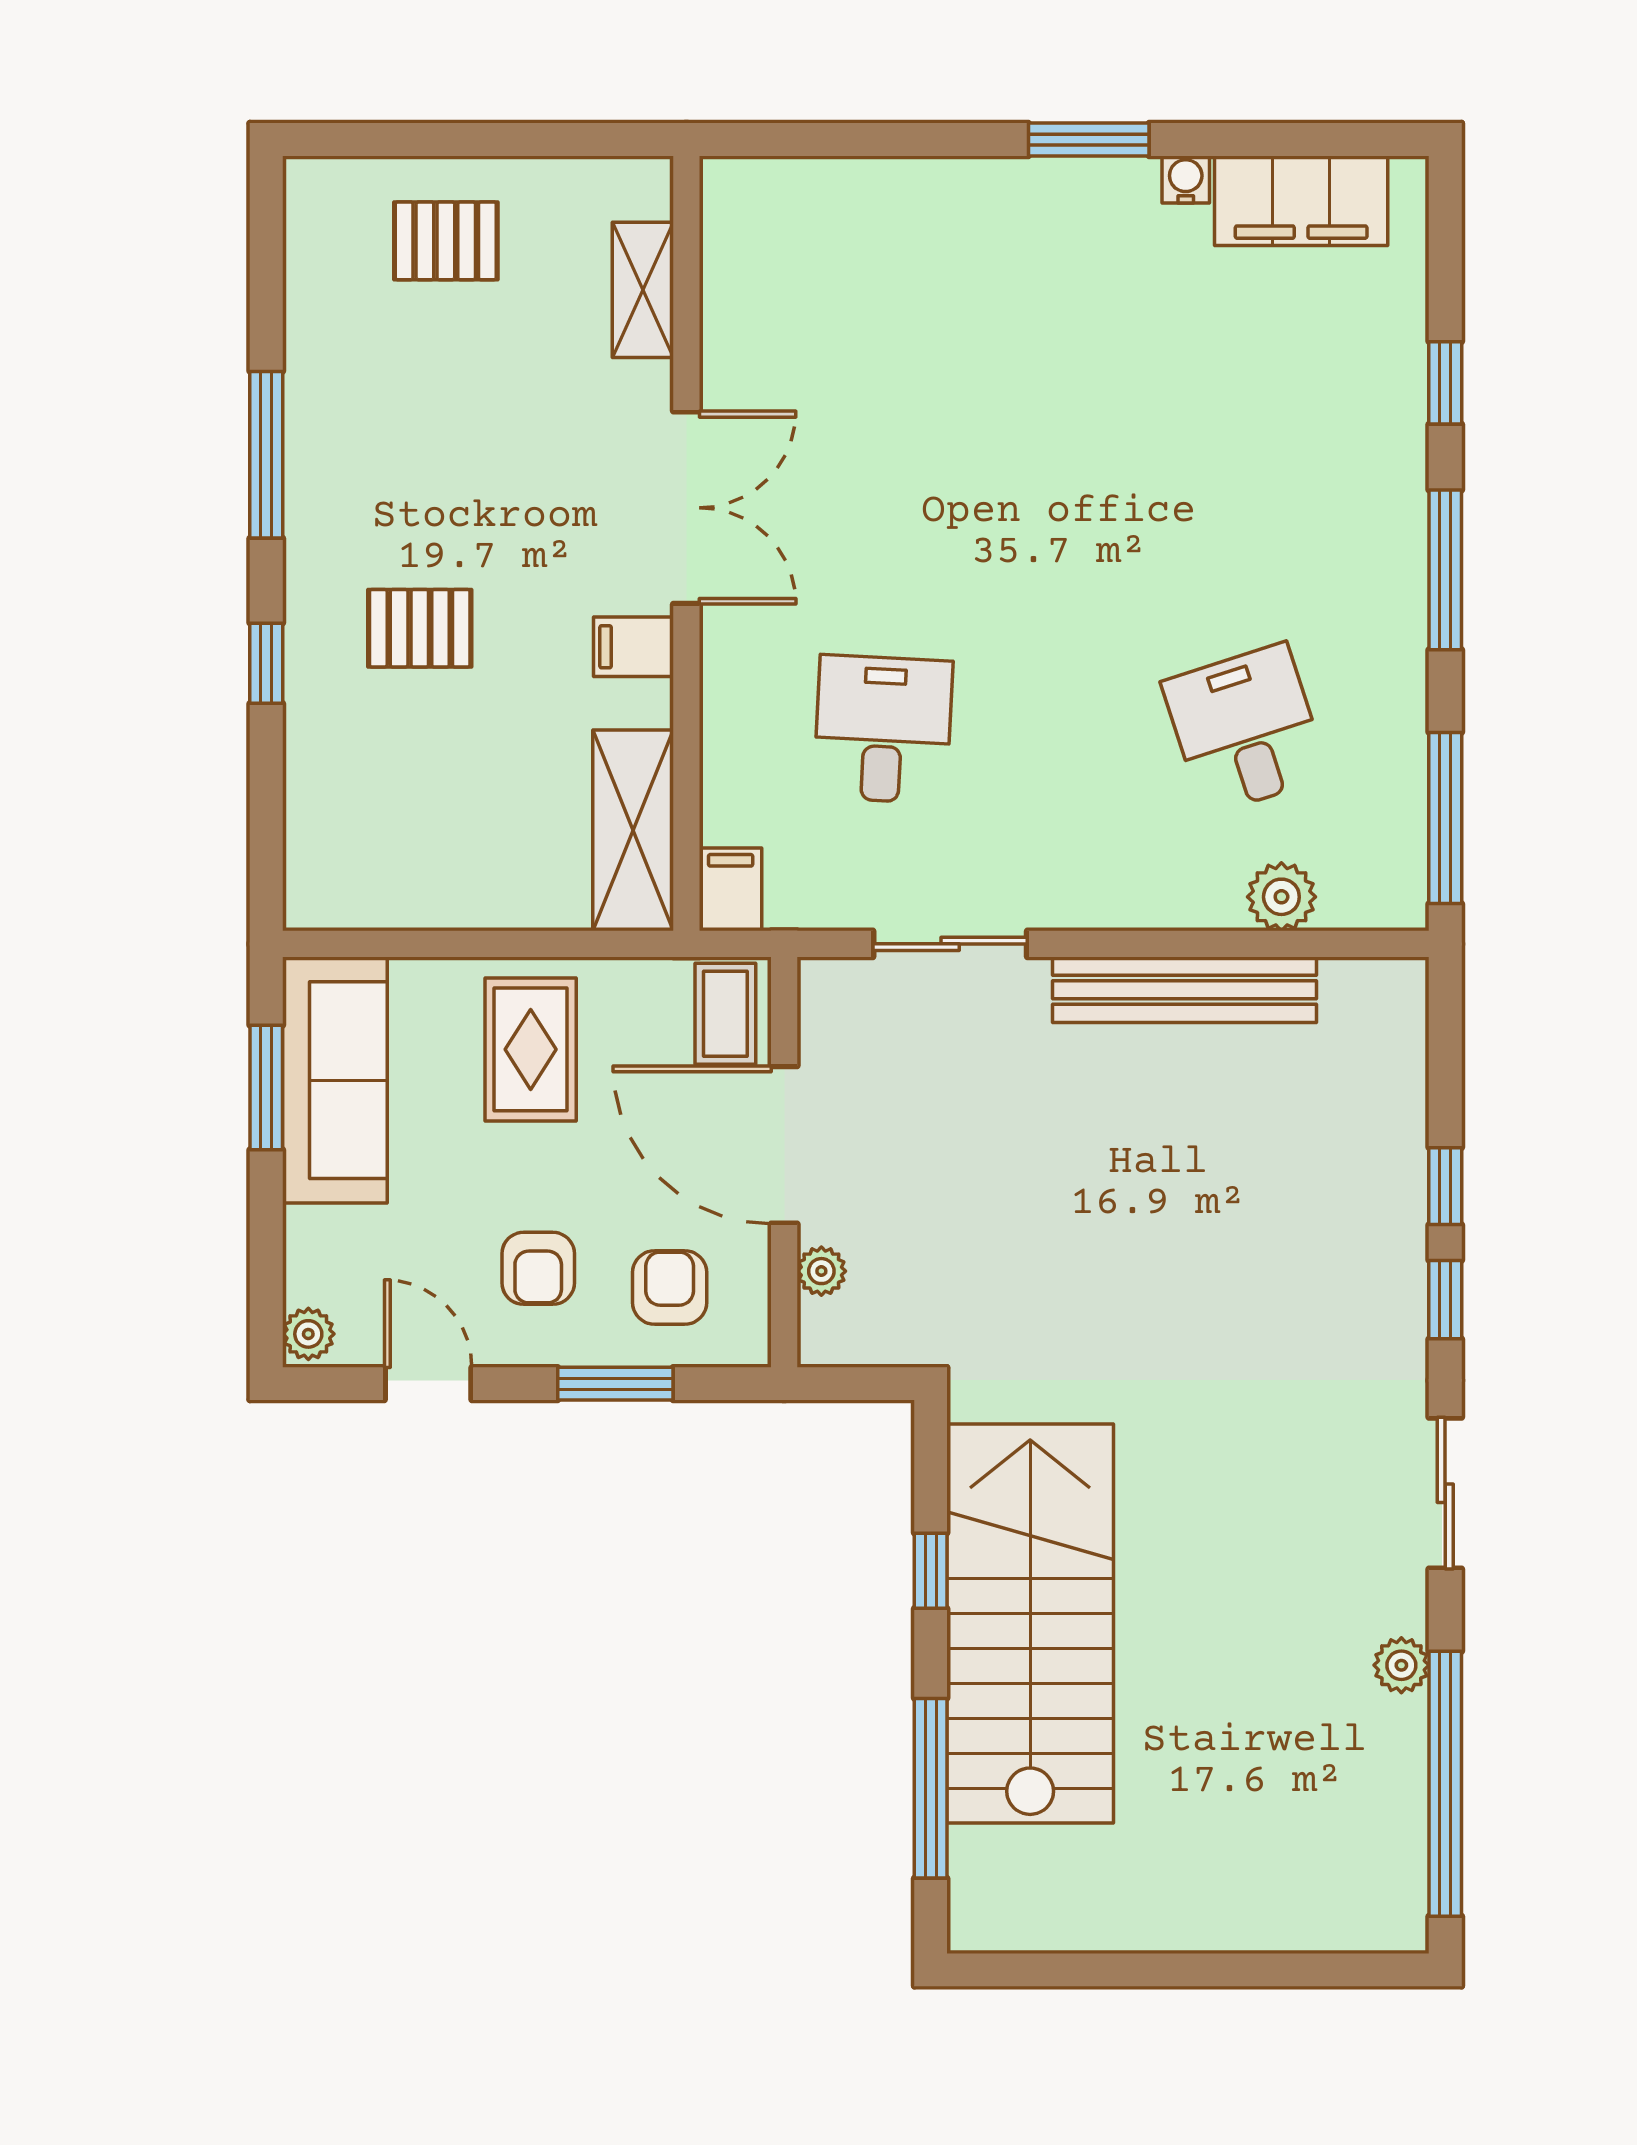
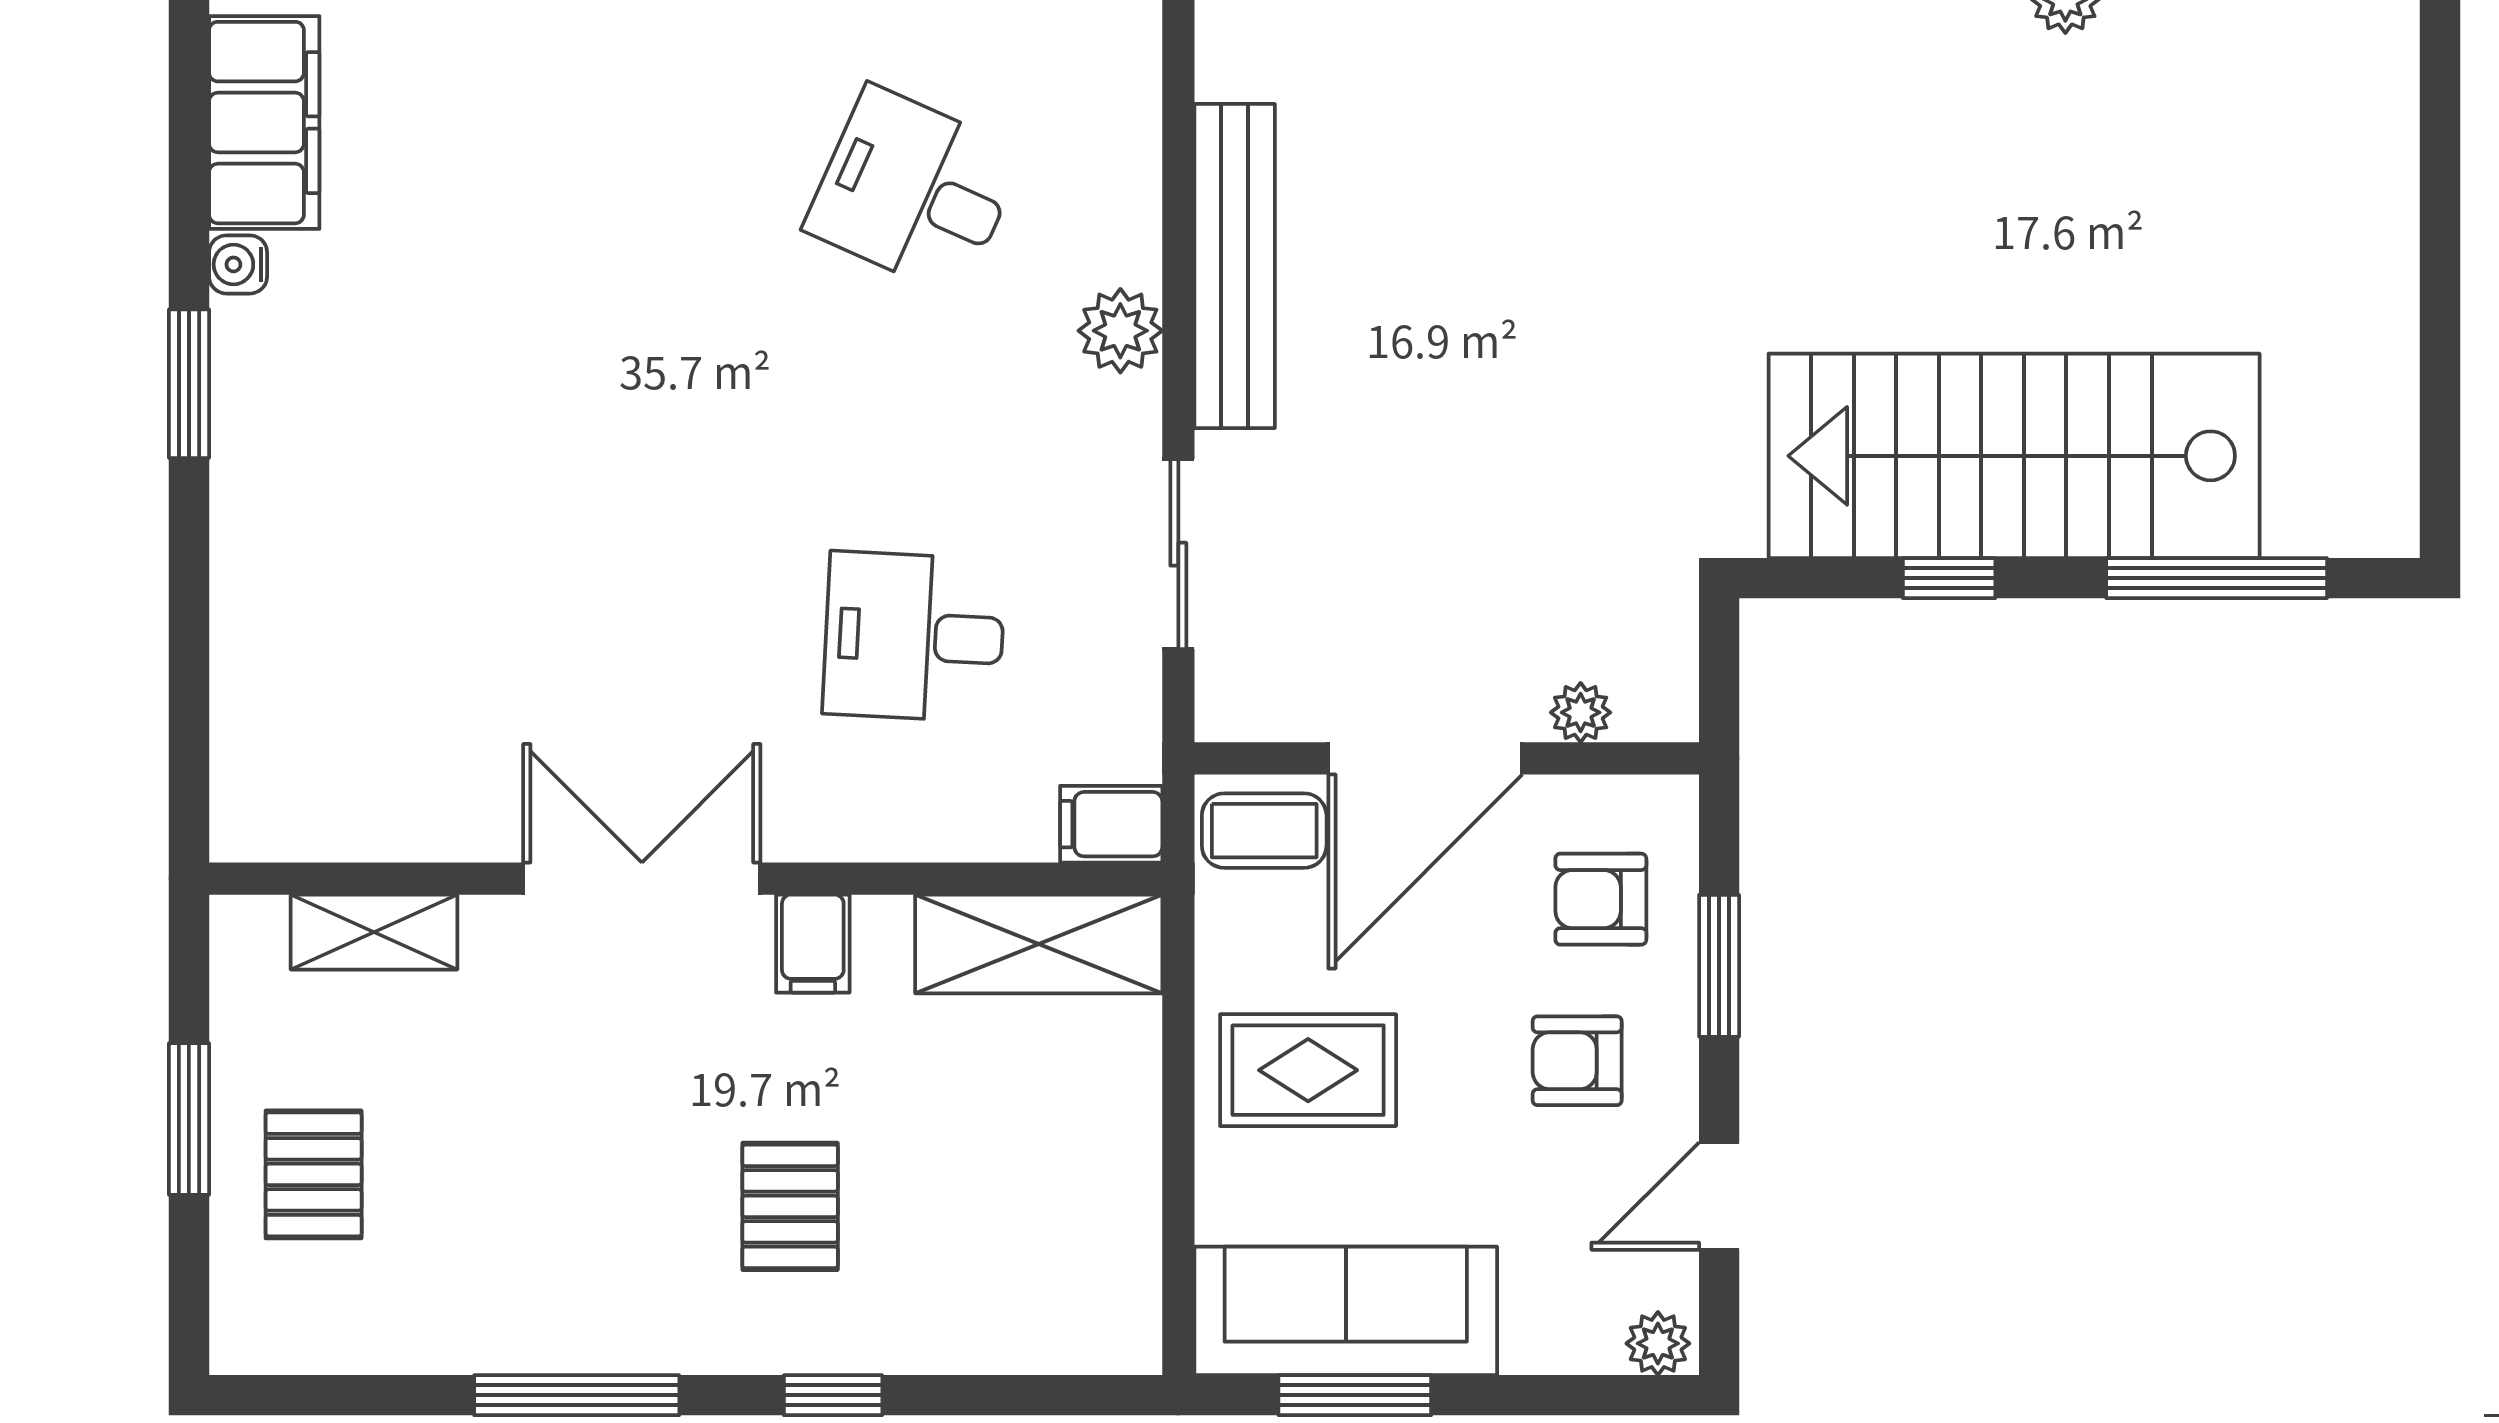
window: (491, 139) -> (189, 1119), added
desk: (1245, 729) -> (914, 191), turned 42
plant: (1281, 897) -> (1120, 331), moved
armchair: (538, 1268) -> (1577, 1061), turned 180

